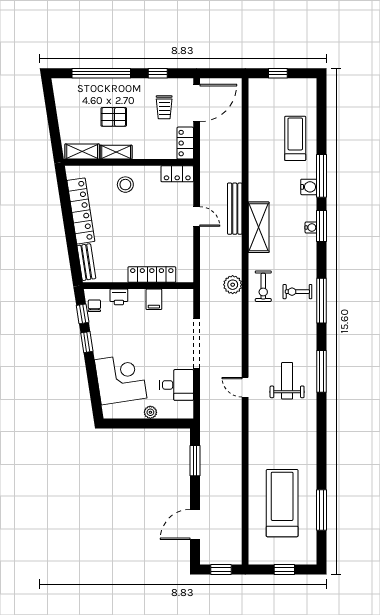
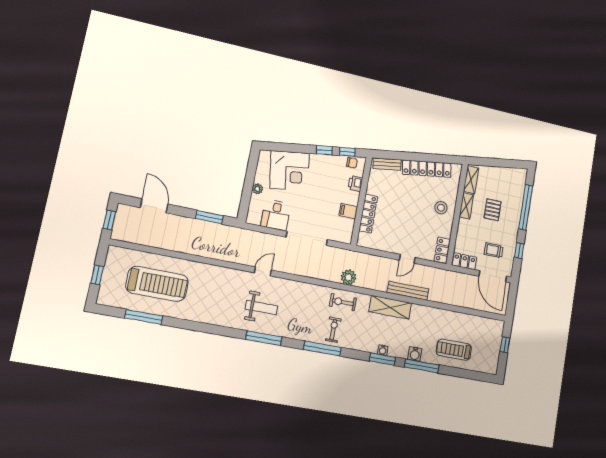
treadmill: (295, 138) -> (454, 350), turned 180

